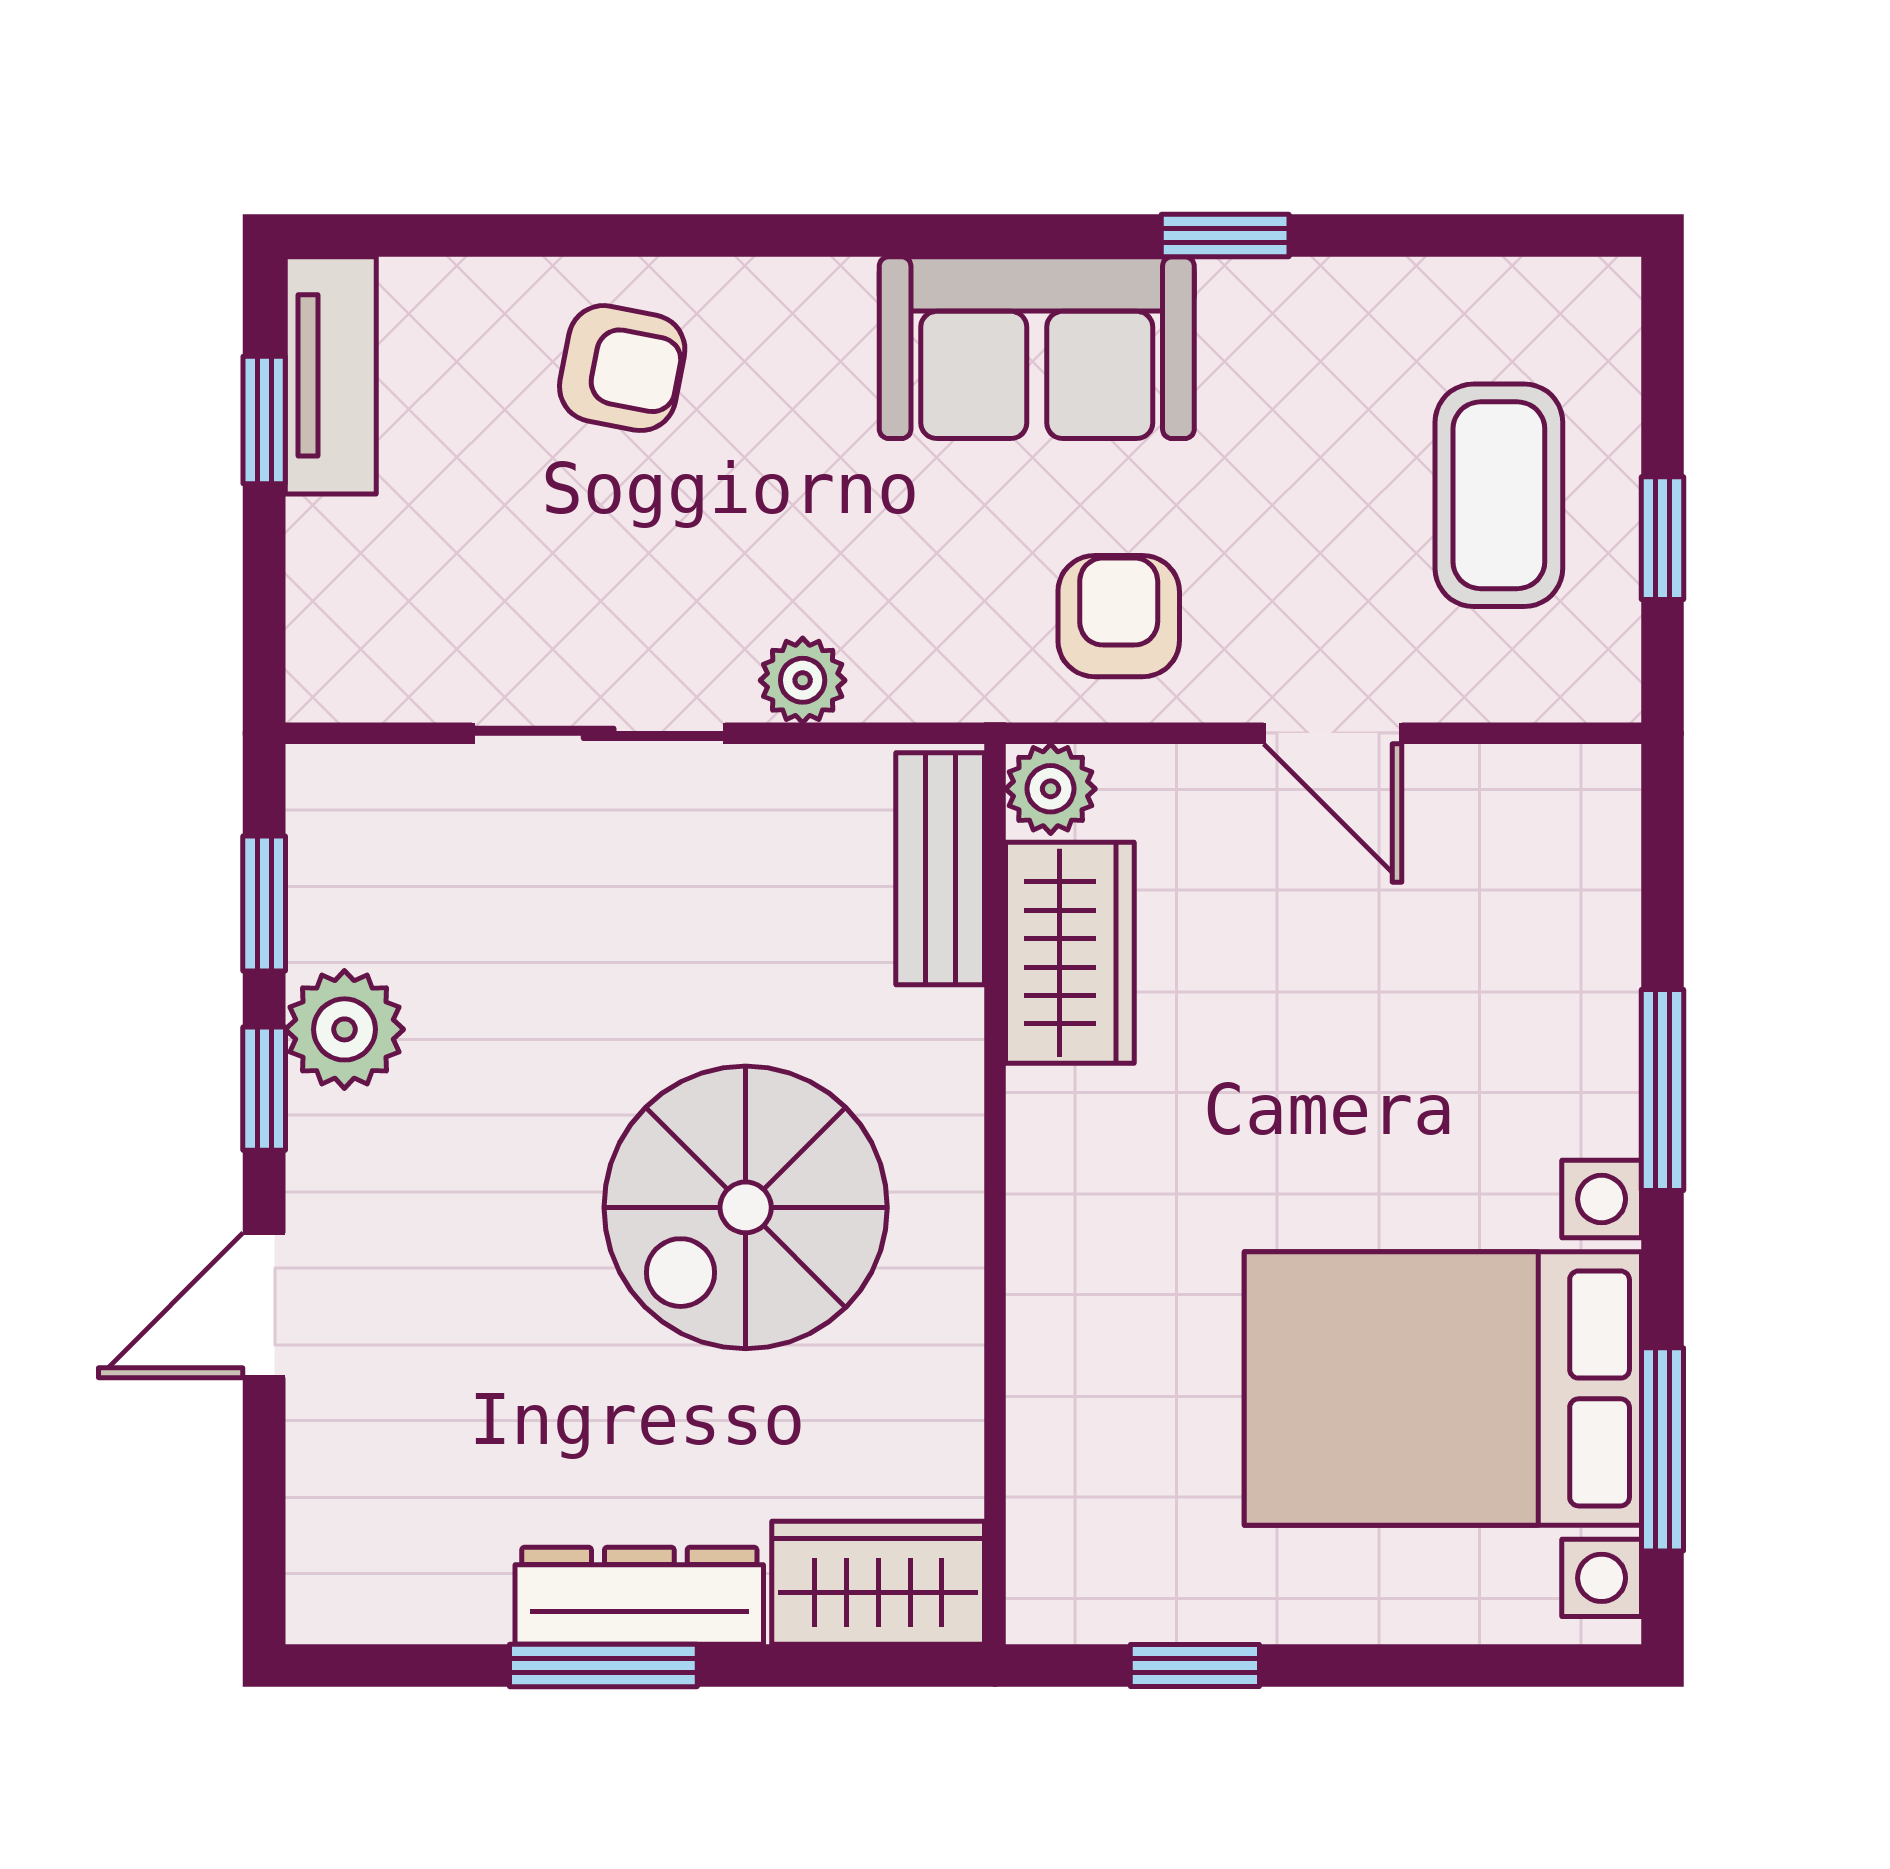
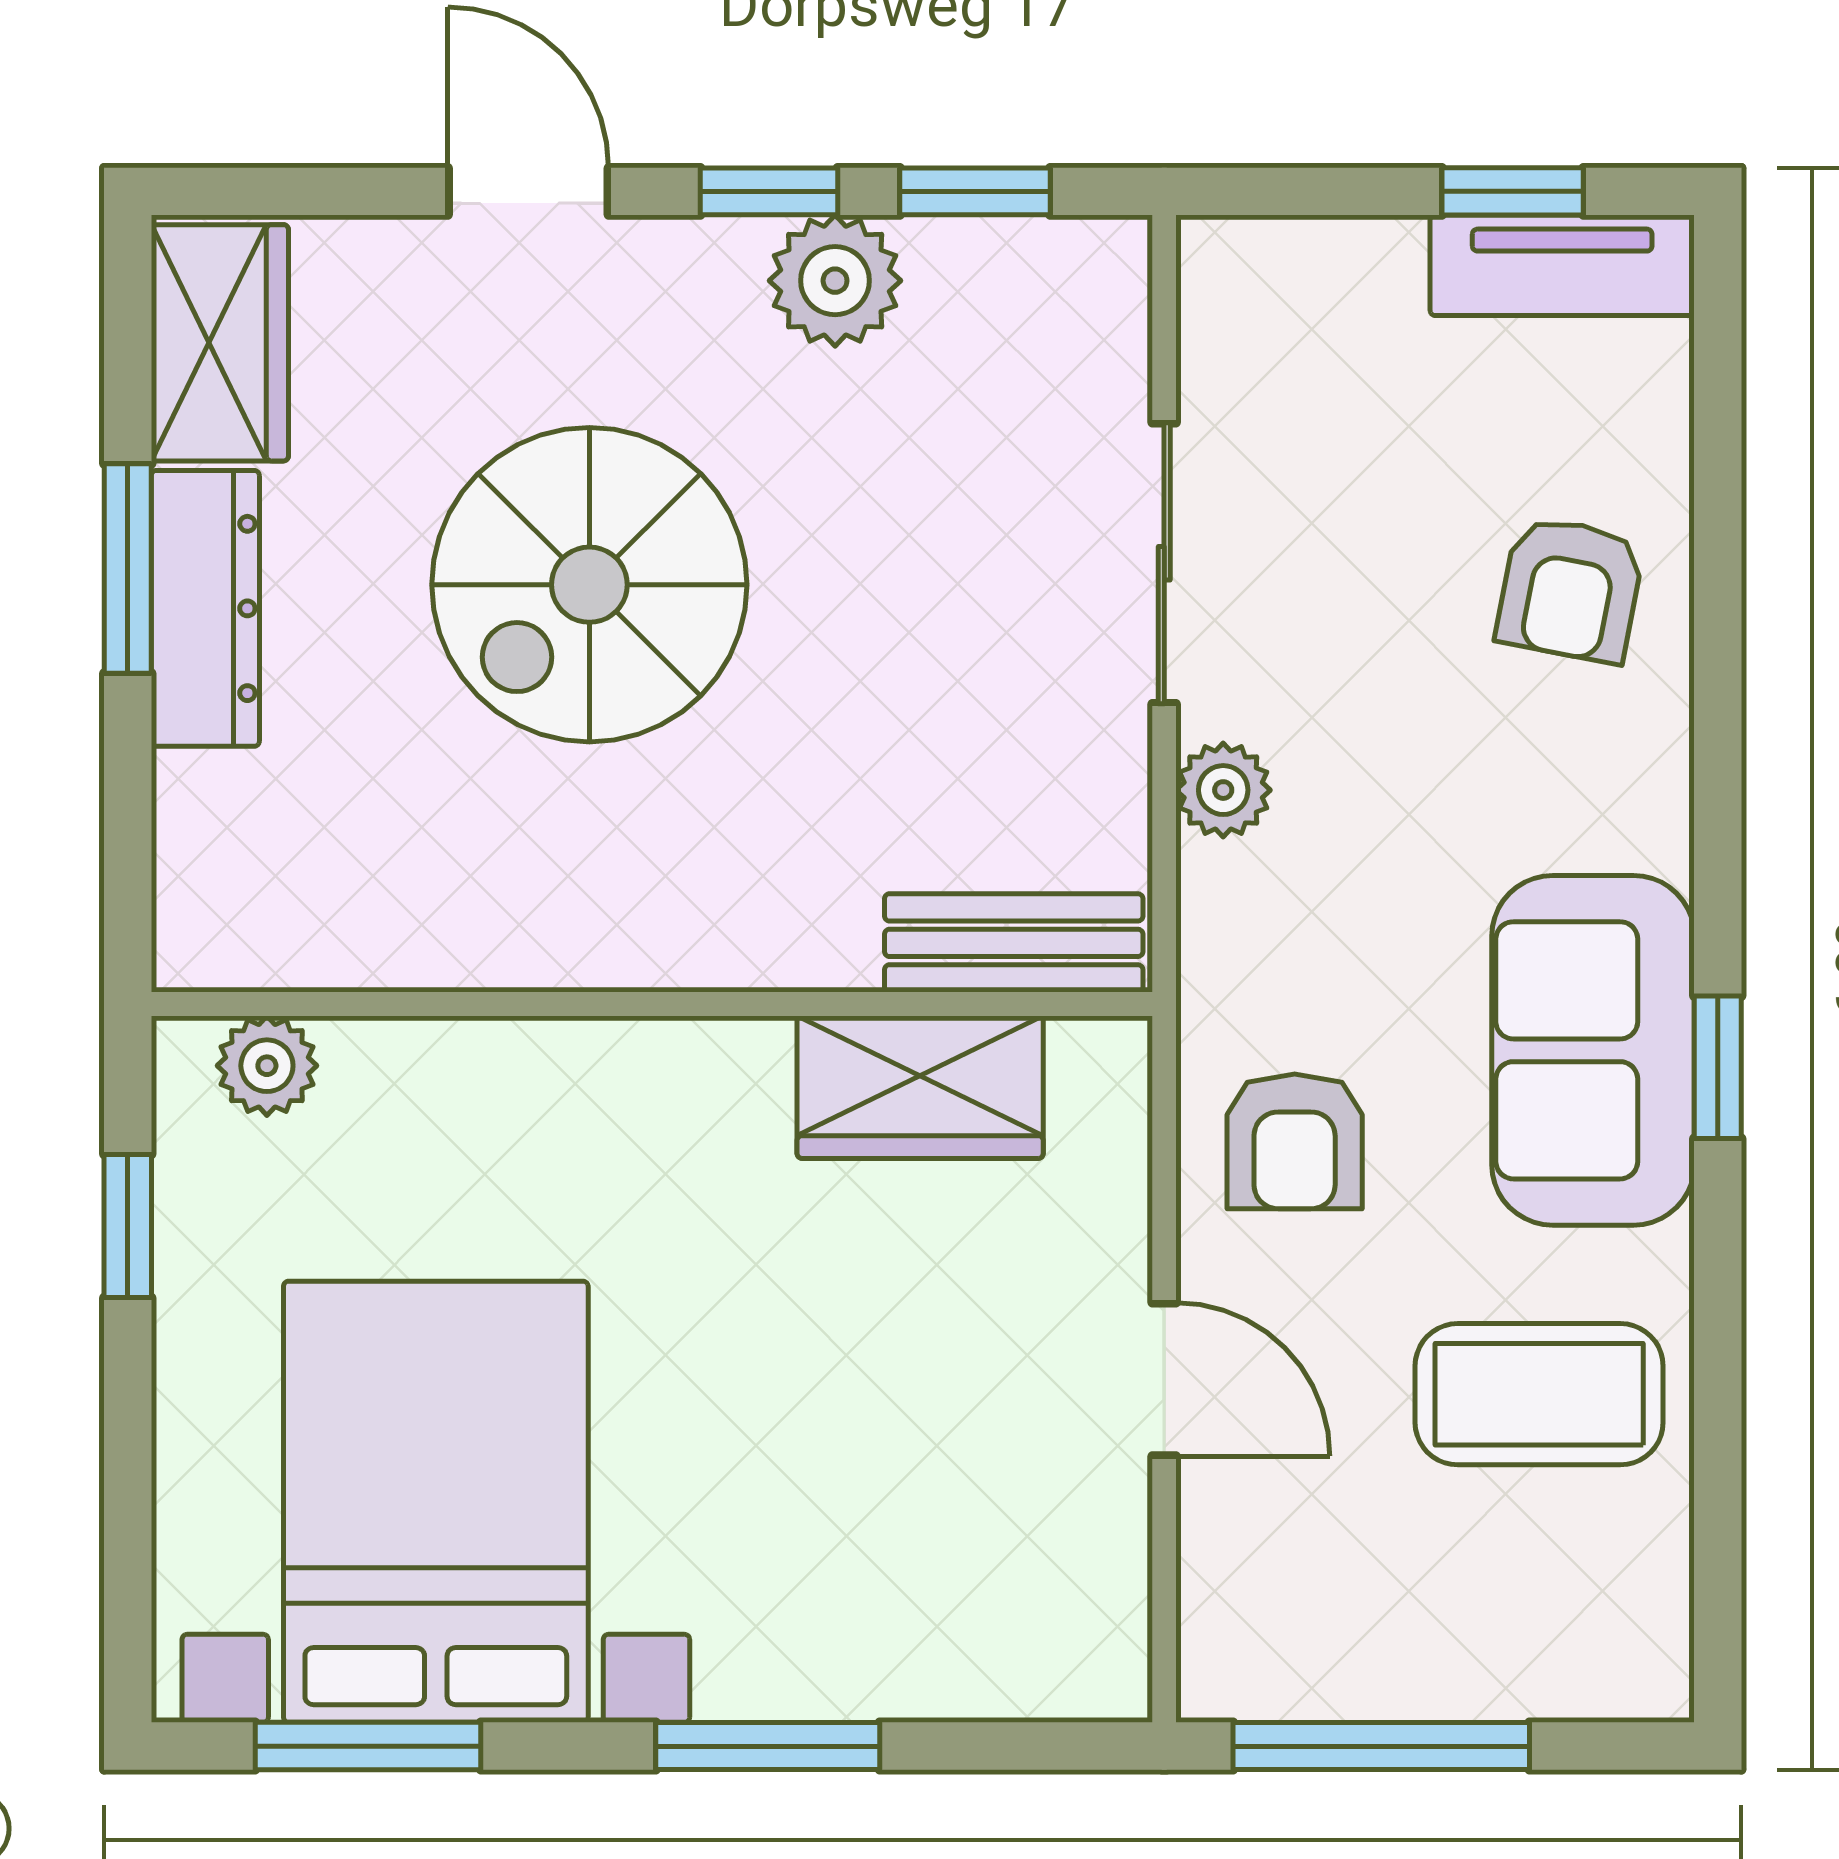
window: (1225, 235) -> (1718, 1067), moved
coffee table: (1499, 495) -> (1539, 1394), moved
window: (1662, 538) -> (1381, 1746), width x2.17
armchair: (1119, 616) -> (1295, 1141), turned 90
door: (1333, 733) -> (1164, 1379), swing flipped
plant: (1051, 789) -> (267, 1066), moved
spiral stairs: (746, 1207) -> (589, 585), moved, turned -90
wardrobe: (878, 1583) -> (220, 343), moved

